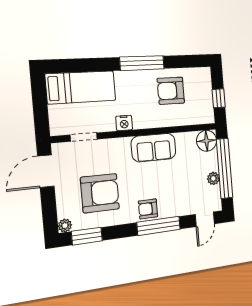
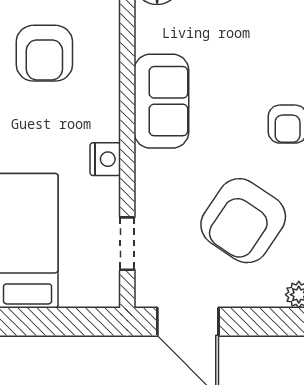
armchair: (100, 193) -> (243, 221), turned -146

